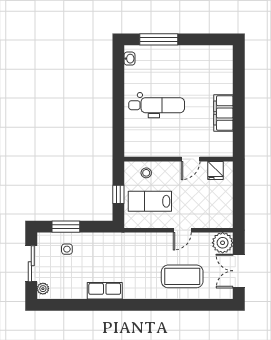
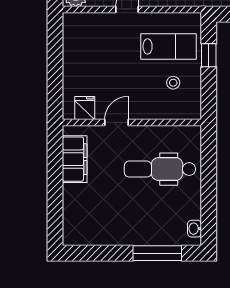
wall: (179, 159) -> (132, 122), moved
door: (191, 159) -> (116, 122), moved
fridge: (215, 170) -> (85, 108), moved

